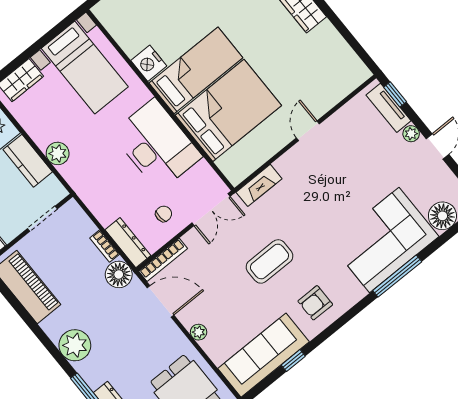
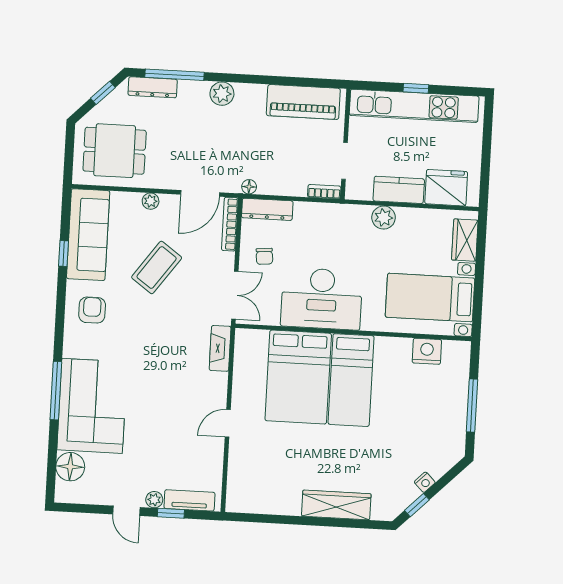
nightstand: (149, 63) -> (427, 351), moved
window: (395, 94) -> (171, 513), moved
door: (308, 131) -> (228, 423), swing flipped
double door: (211, 210) -> (235, 295), swing flipped
bookcase: (105, 246) -> (324, 192), moved
coffee table: (269, 261) -> (157, 268), moved, turned 36
floor lamp: (119, 274) -> (249, 187), width x0.53, depth x0.53
plant: (75, 345) -> (222, 94), width x0.73, depth x0.73

